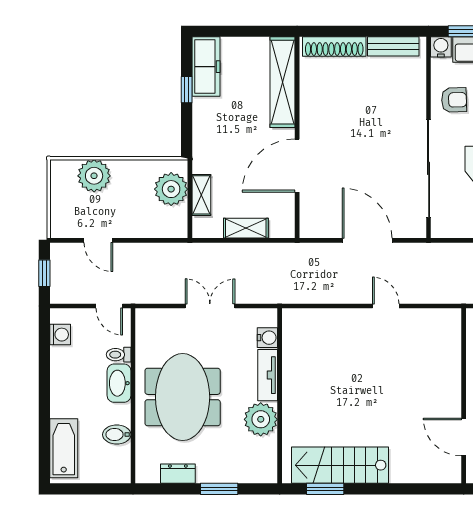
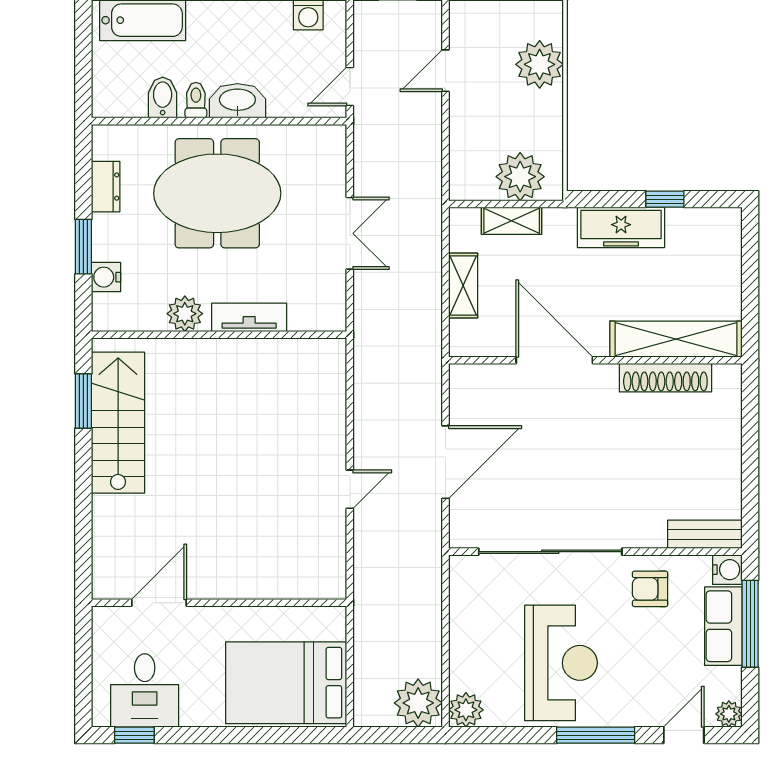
bench: (393, 46) -> (705, 534), moved, turned 90
shoe rack: (334, 47) -> (665, 378), moved, turned -90
freezer: (206, 67) -> (621, 227), moved
armchair: (454, 100) -> (650, 589), turned 92
water cooler: (267, 338) -> (106, 277), moved, turned 90
toilet: (119, 355) -> (196, 100), moved
plant: (261, 419) -> (185, 314), width x0.73, depth x0.73

